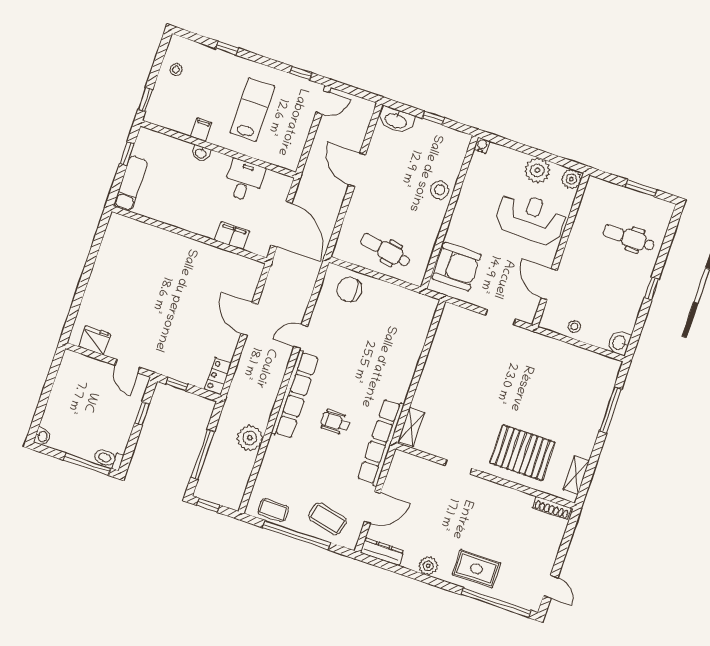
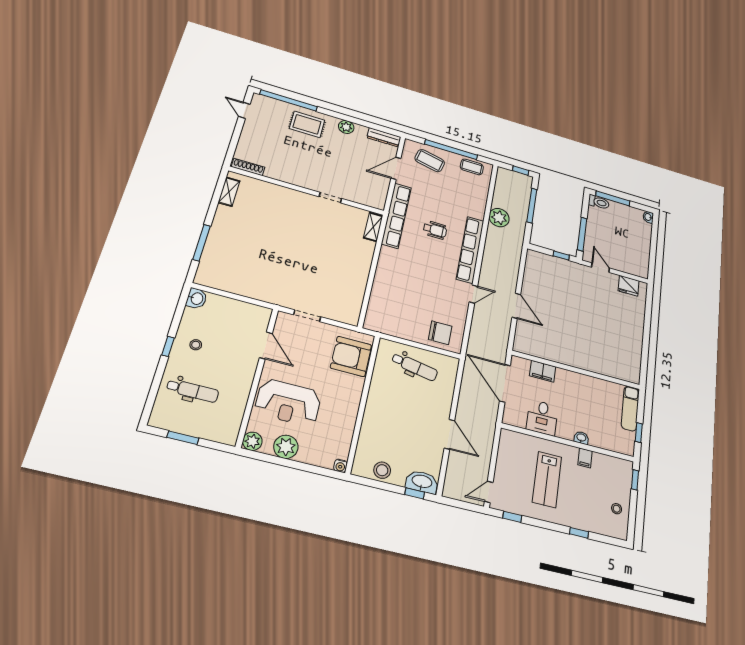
window: (433, 118) -> (415, 493), moved
stool: (440, 190) -> (382, 470), moved
stool: (574, 326) -> (196, 345), moved
locker: (218, 376) -> (532, 262), removed
window: (142, 413) -> (582, 234), width x2.17
pallet: (522, 453) -> (277, 209), removed

